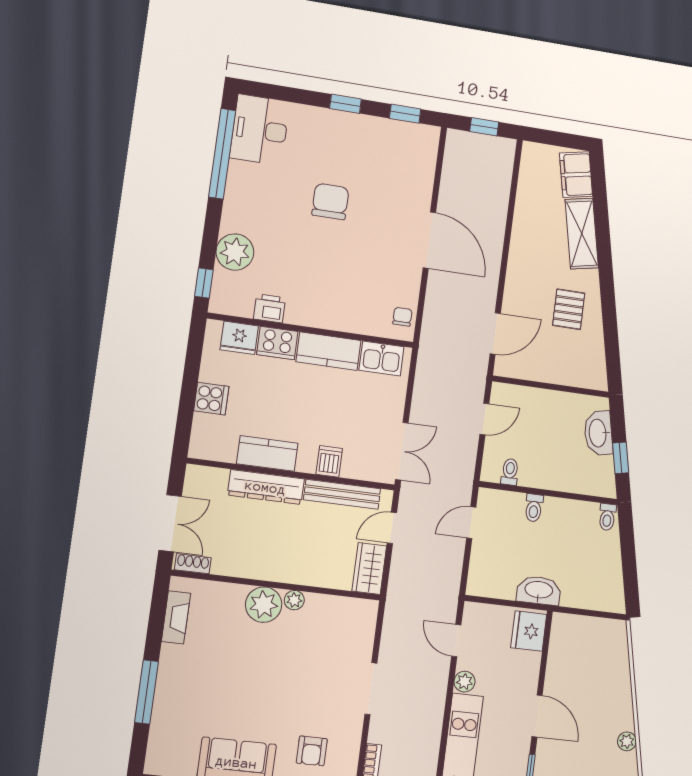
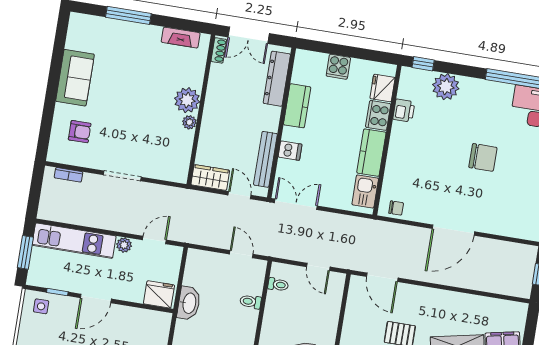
double door: (402, 451) -> (296, 204), swing flipped
dresser: (266, 487) -> (277, 79), moved
armchair: (312, 751) -> (80, 132), turned 180

